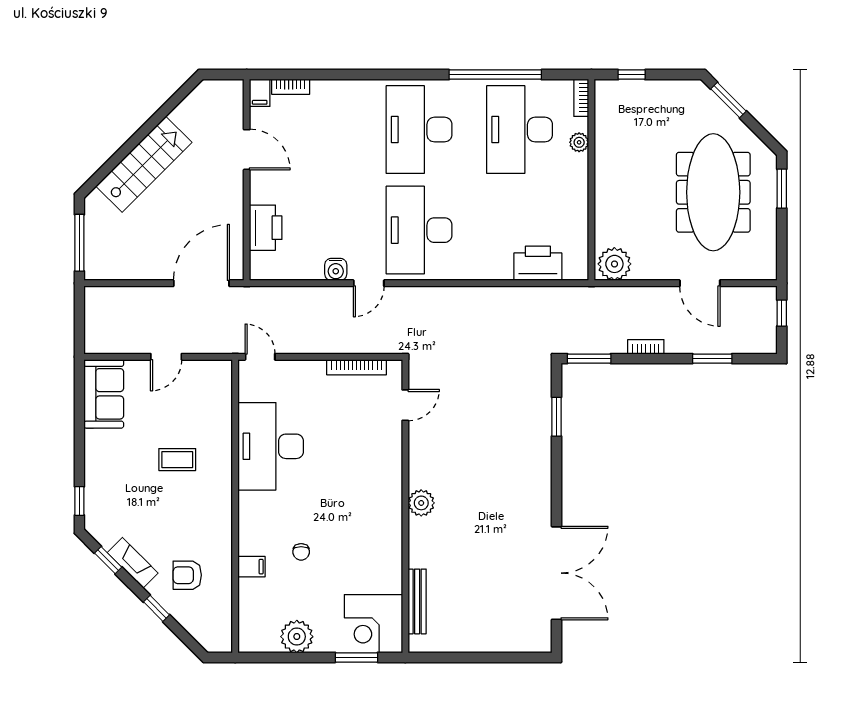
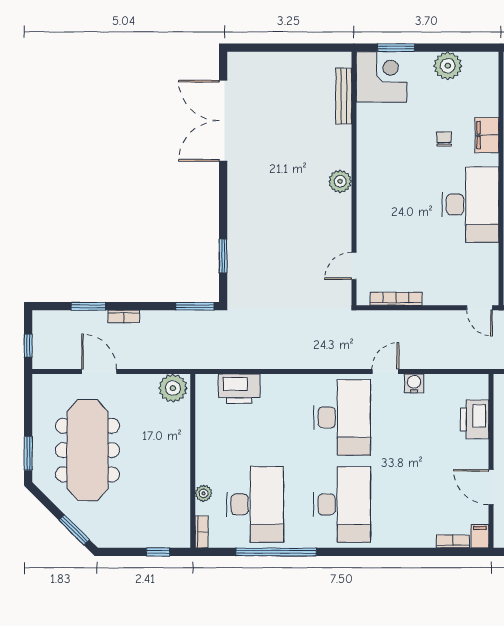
bookcase: (646, 347) -> (124, 316), moved
desk: (271, 446) -> (470, 205), moved
filing cabinet: (252, 567) -> (487, 135), width x2.00

